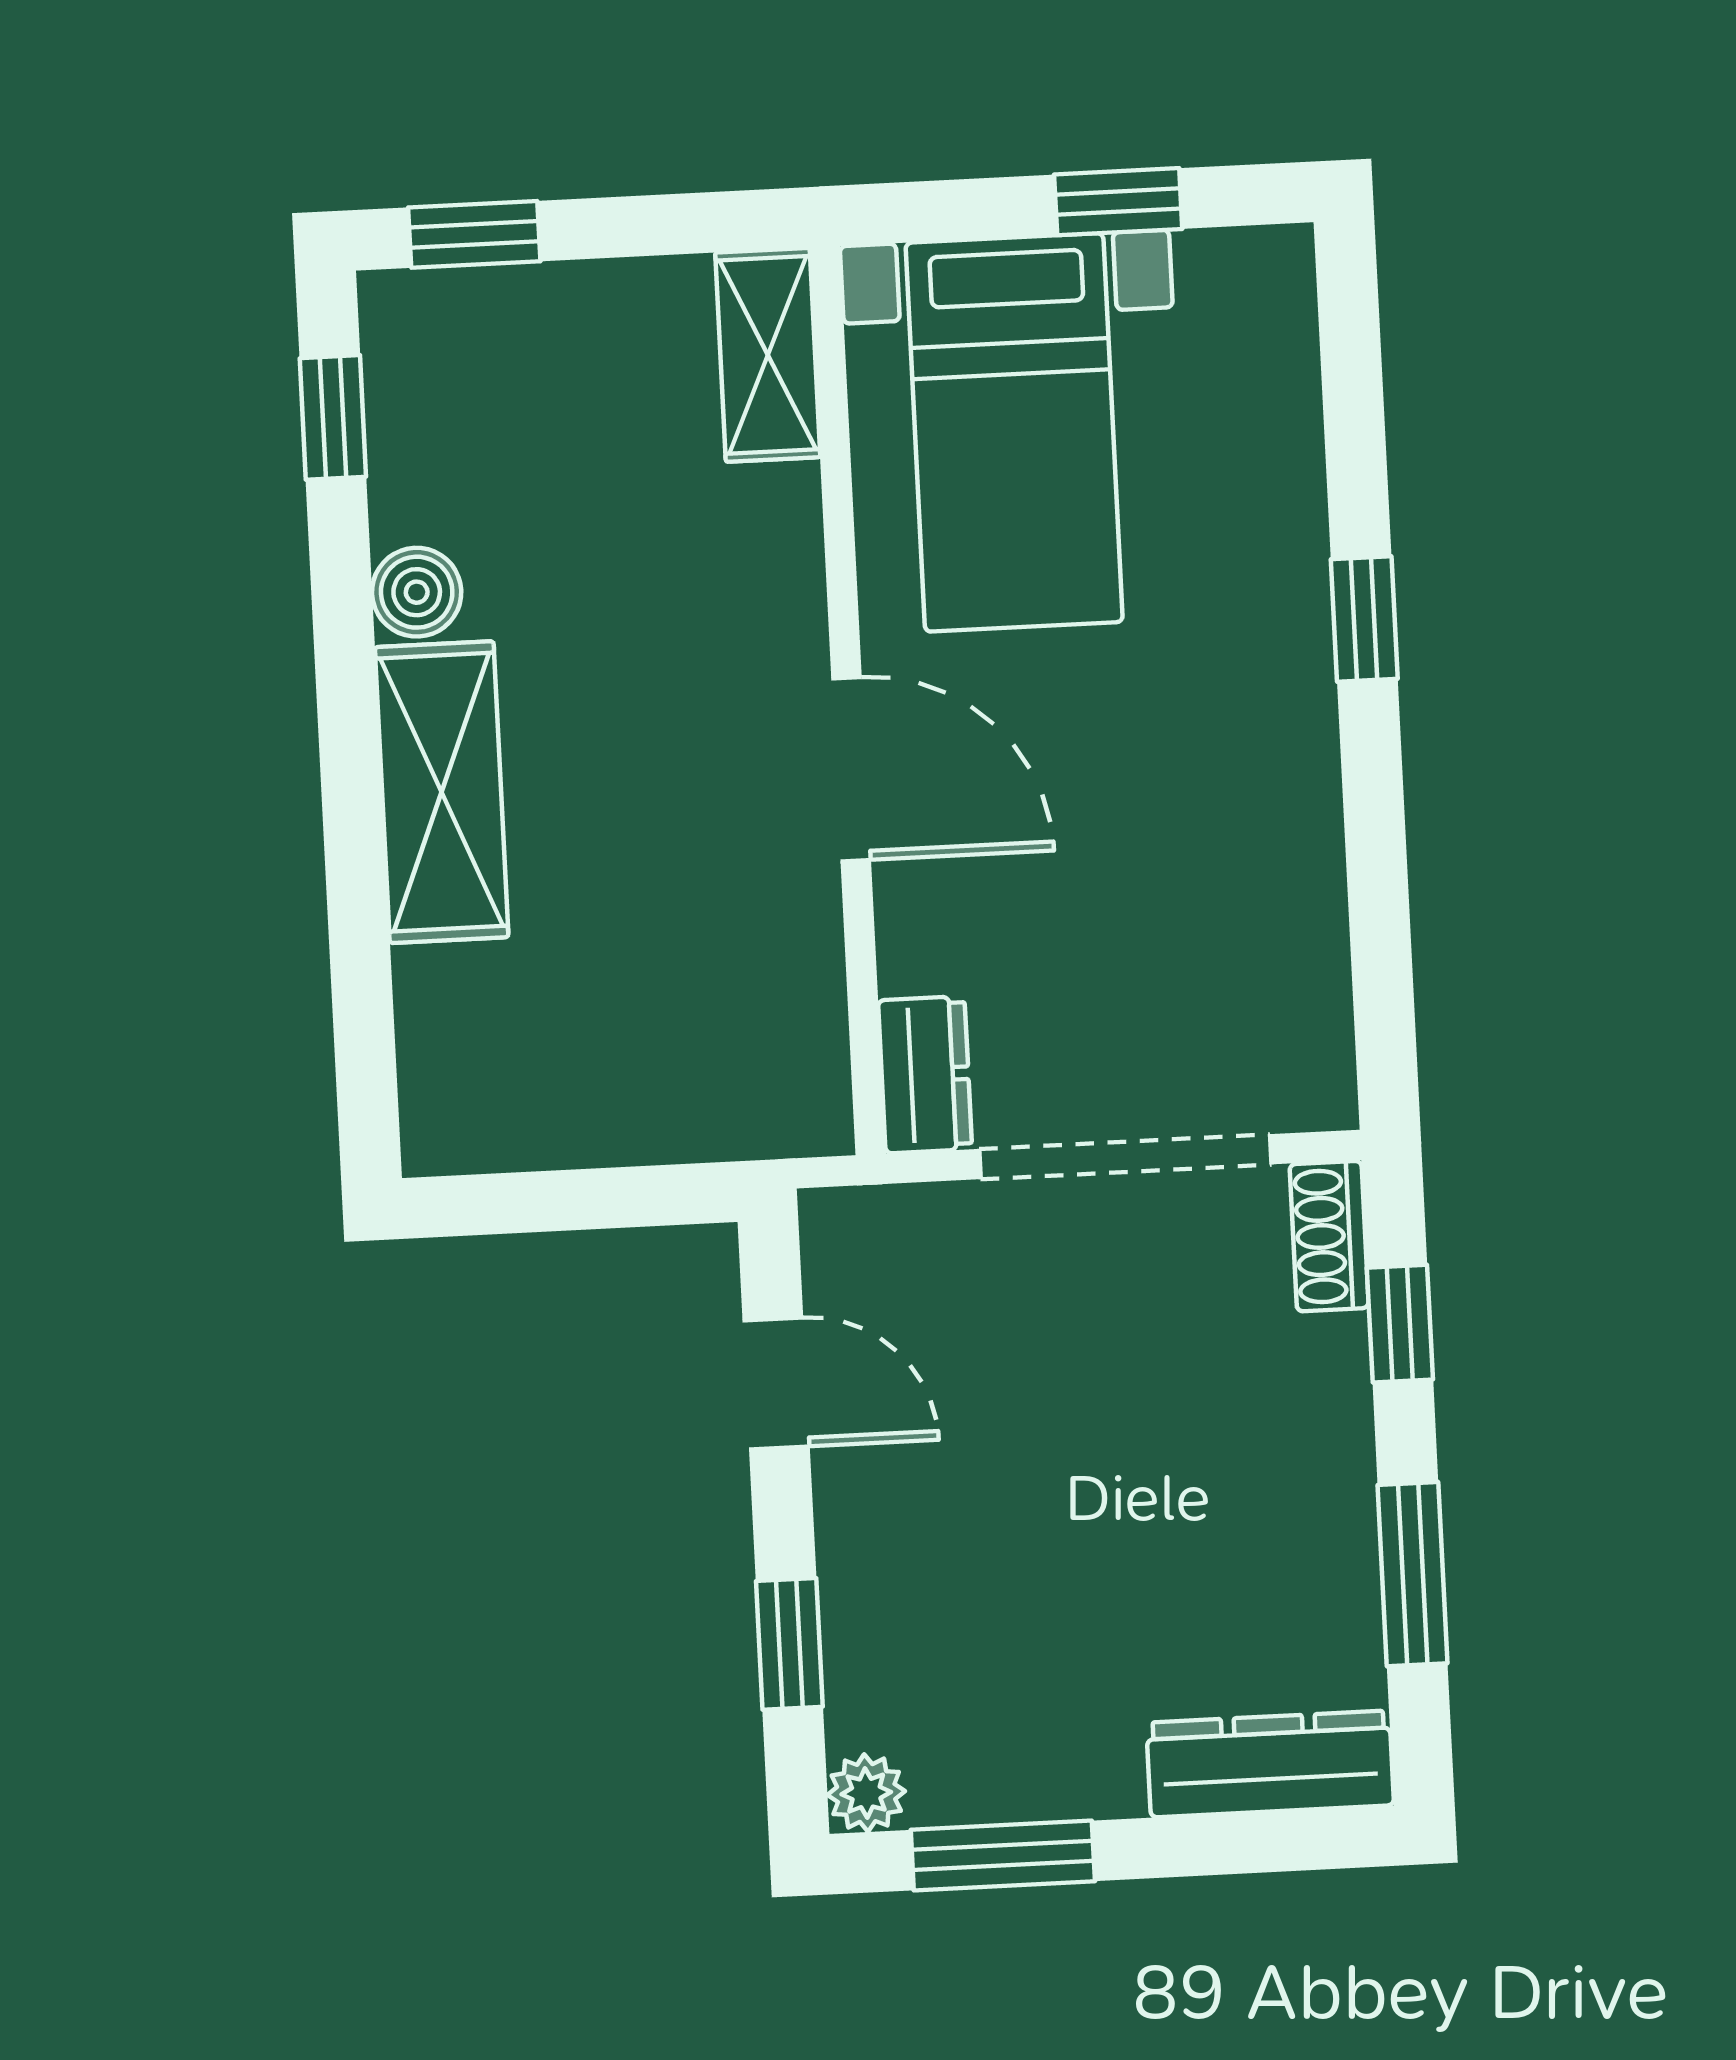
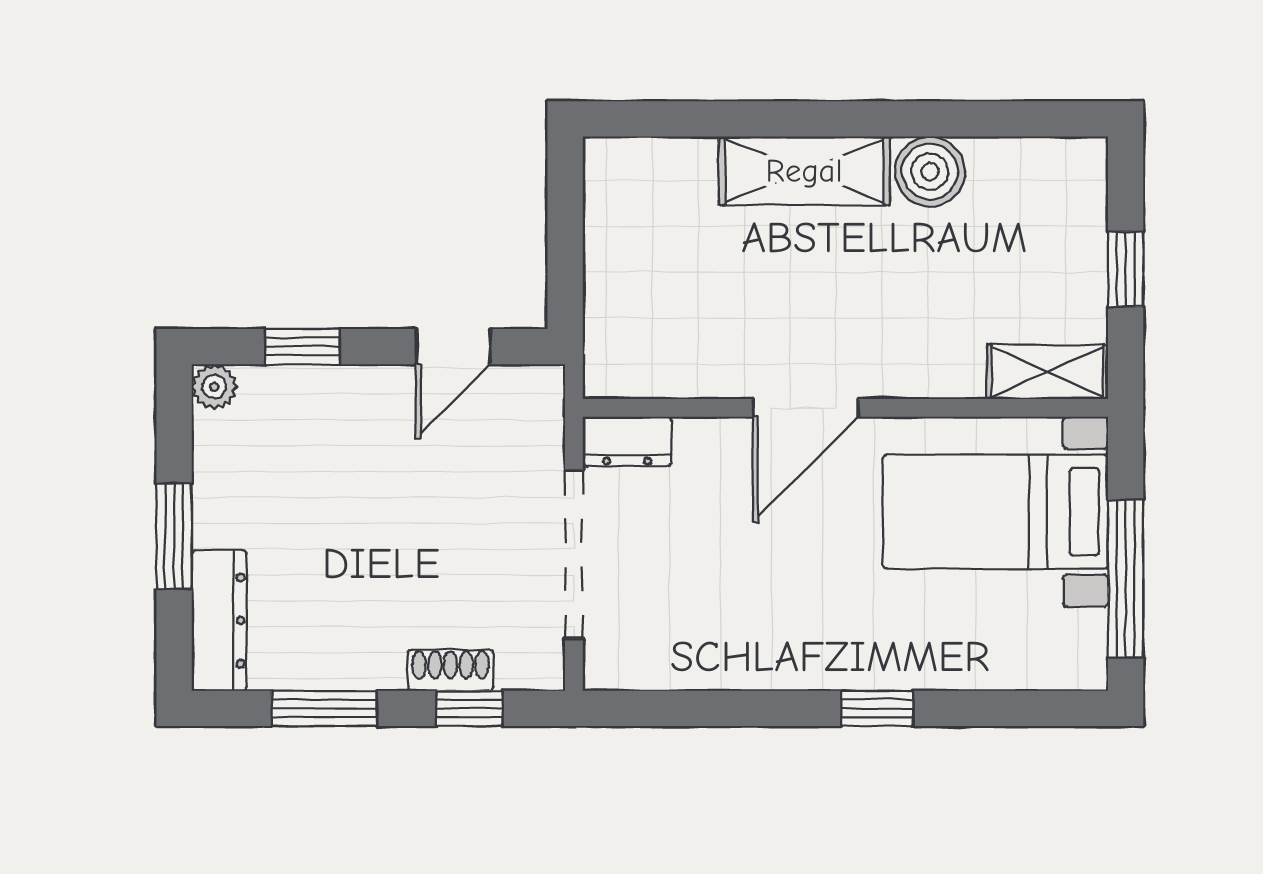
window: (1118, 202) -> (1126, 579), width x2.17
window: (474, 234) -> (1126, 269), moved
window: (333, 417) -> (1024, 119), removed
boiler: (417, 592) -> (930, 172), width x1.36, depth x1.36
shoe rack: (1329, 1236) -> (450, 670), moved
window: (1003, 1855) -> (174, 536), moved

